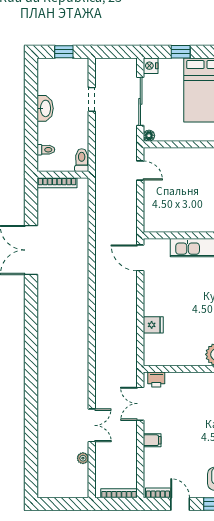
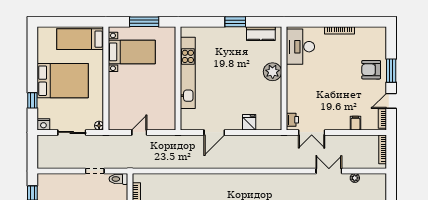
doorway: (92, 99) -> (95, 171), moved
sliding door: (140, 101) -> (72, 132), width x0.73
door: (140, 170) -> (139, 132), moved
door: (140, 258) -> (214, 132), moved
filing cabinet: (152, 440) -> (355, 123), moved

